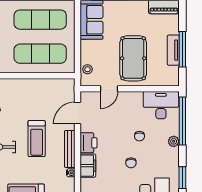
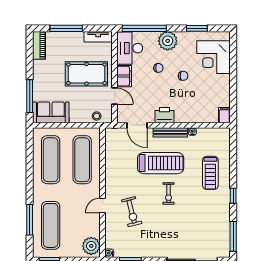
window: (182, 49) -> (66, 28), moved
tv unit: (173, 50) -> (98, 37), moved
treadmill: (37, 139) -> (161, 163), width x1.37, depth x1.38
plant: (174, 141) -> (168, 41), width x1.88, depth x1.88
filing cabinet: (88, 166) -> (124, 76), moved, turned 90

